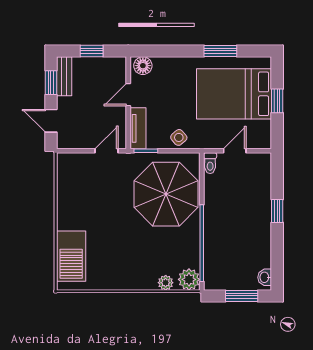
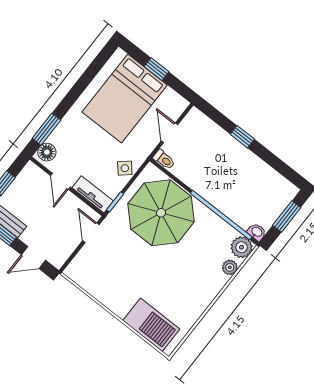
window: (220, 51) -> (46, 129), moved
washbasin: (265, 277) -> (257, 232), moved, turned 180

